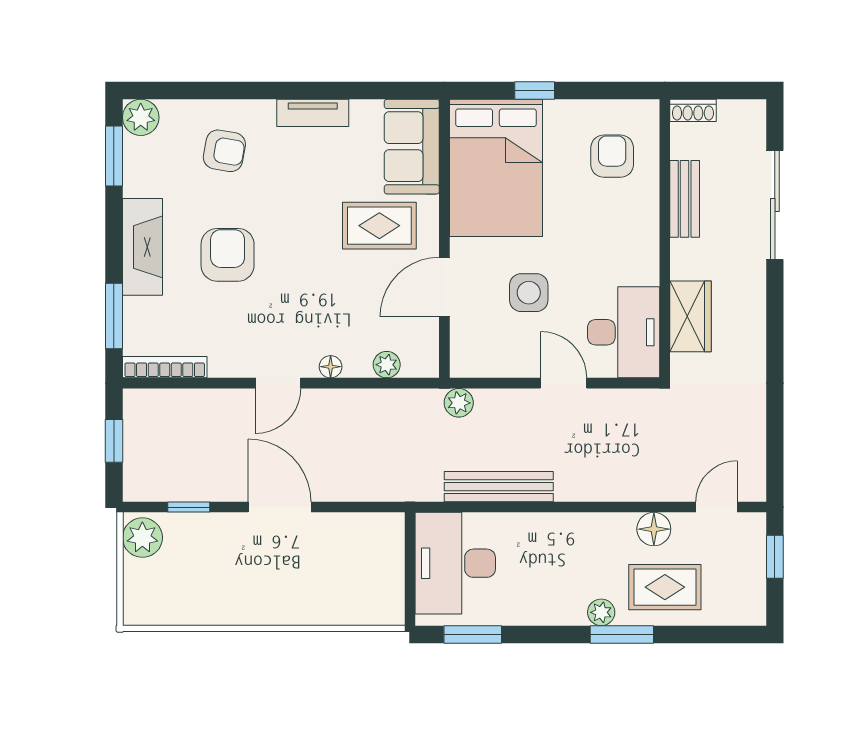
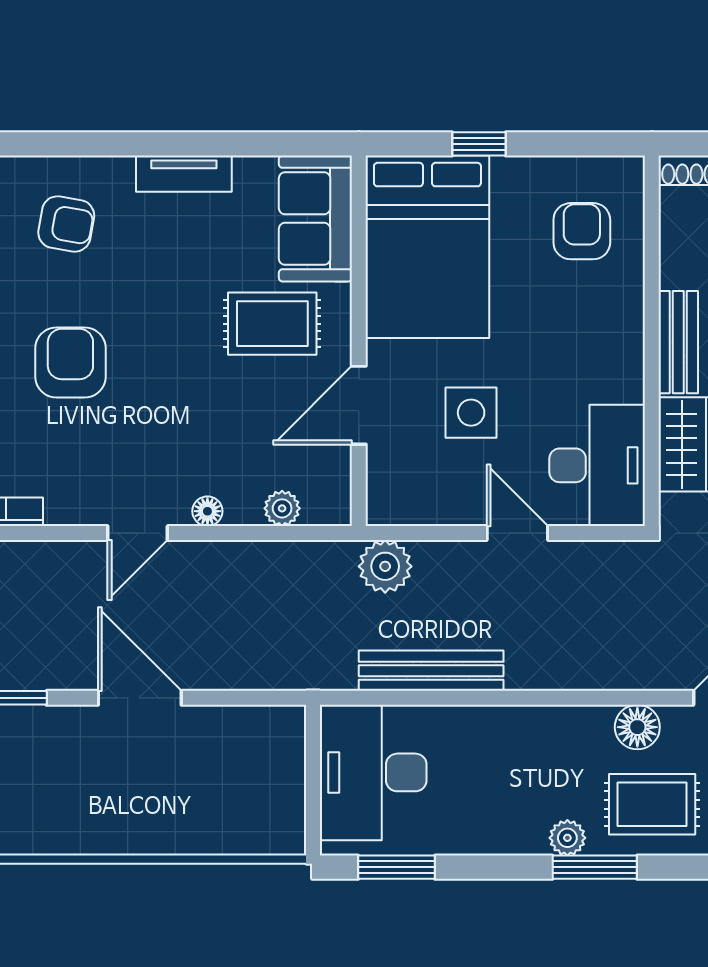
bench: (685, 199) -> (678, 342), moved
plant: (459, 403) -> (385, 566), width x1.38, depth x1.38

